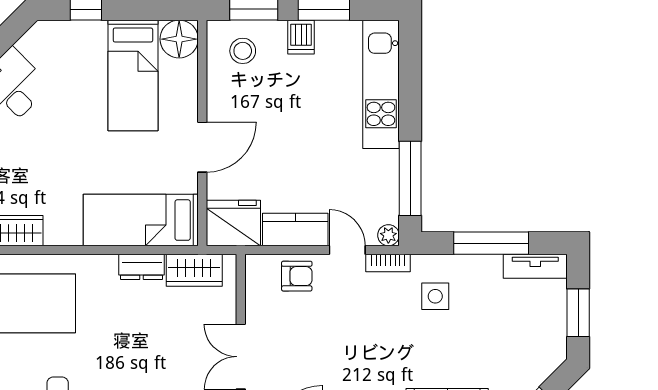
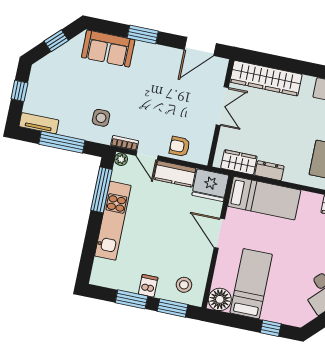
kitchen unit: (381, 84) -> (113, 221), moved
door: (202, 147) -> (219, 233), hinge flipped
window: (578, 313) -> (19, 91), width x0.67

